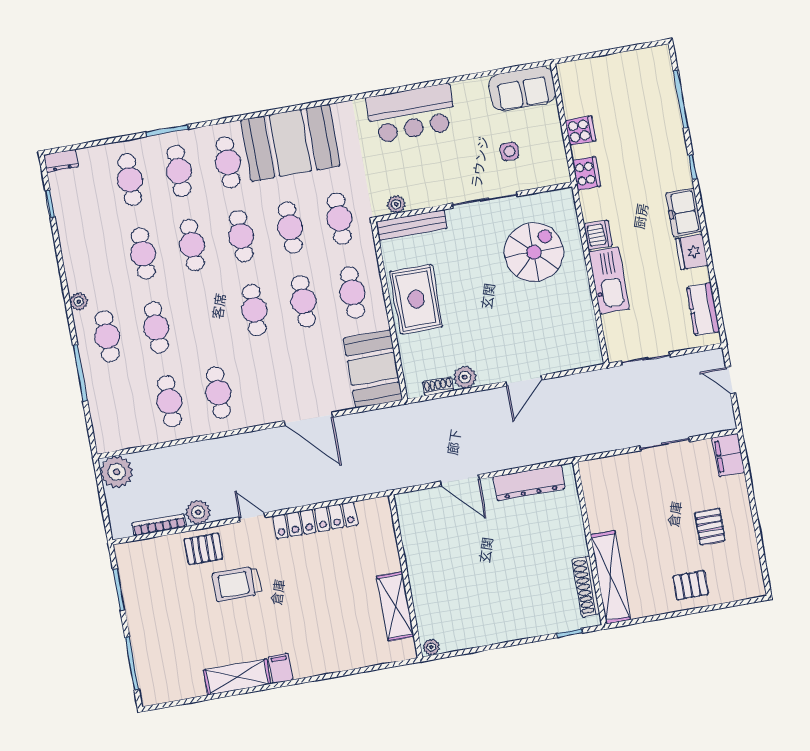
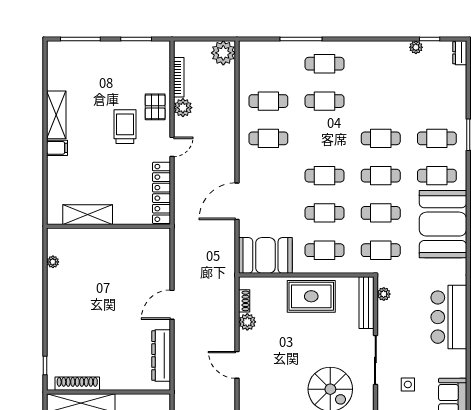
cafe table: (130, 180) -> (437, 101), removed
cafe table: (143, 254) -> (381, 101), removed
plant: (79, 302) -> (416, 47), moved
wall: (406, 576) -> (109, 226), moved
shelving: (395, 606) -> (88, 215), moved

